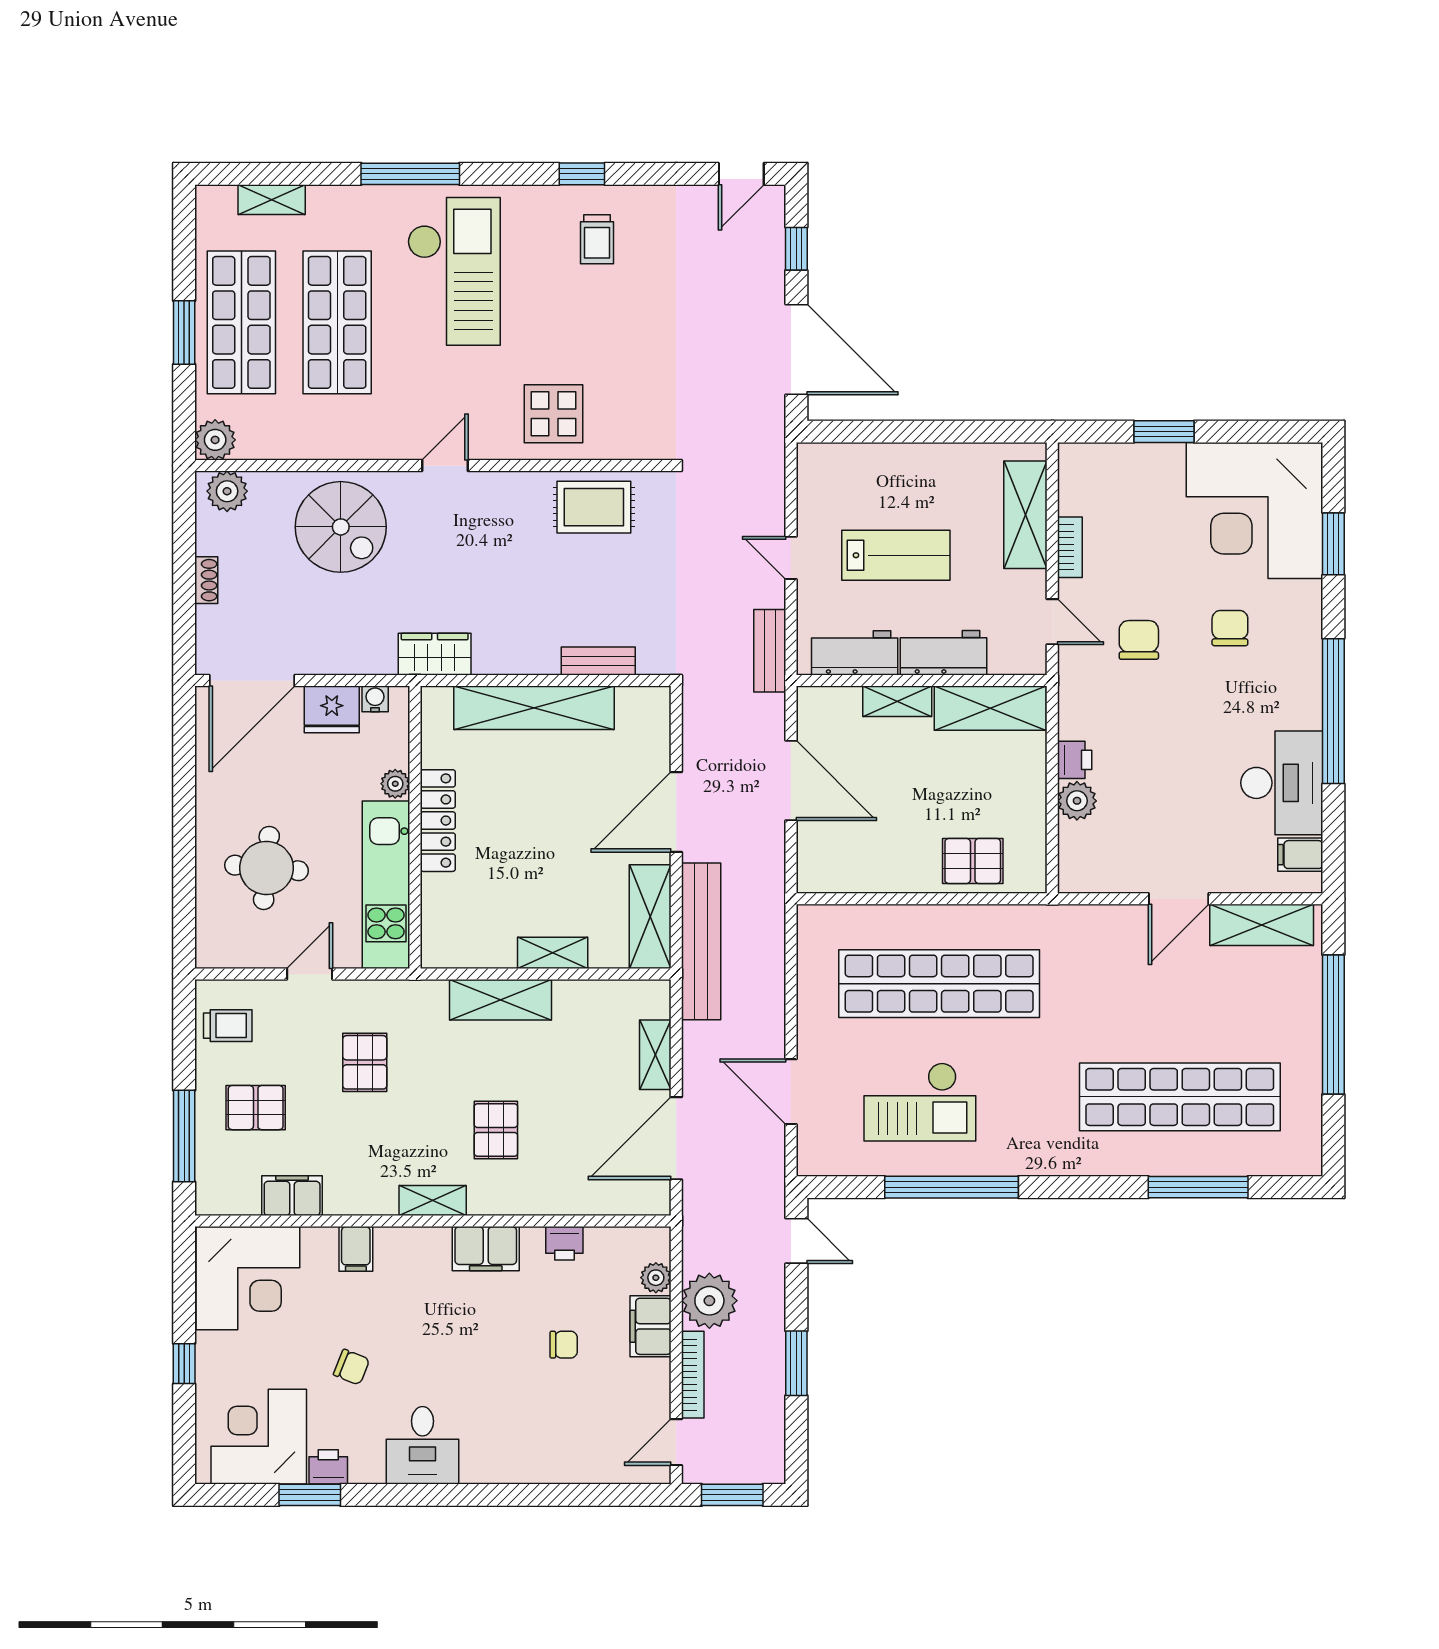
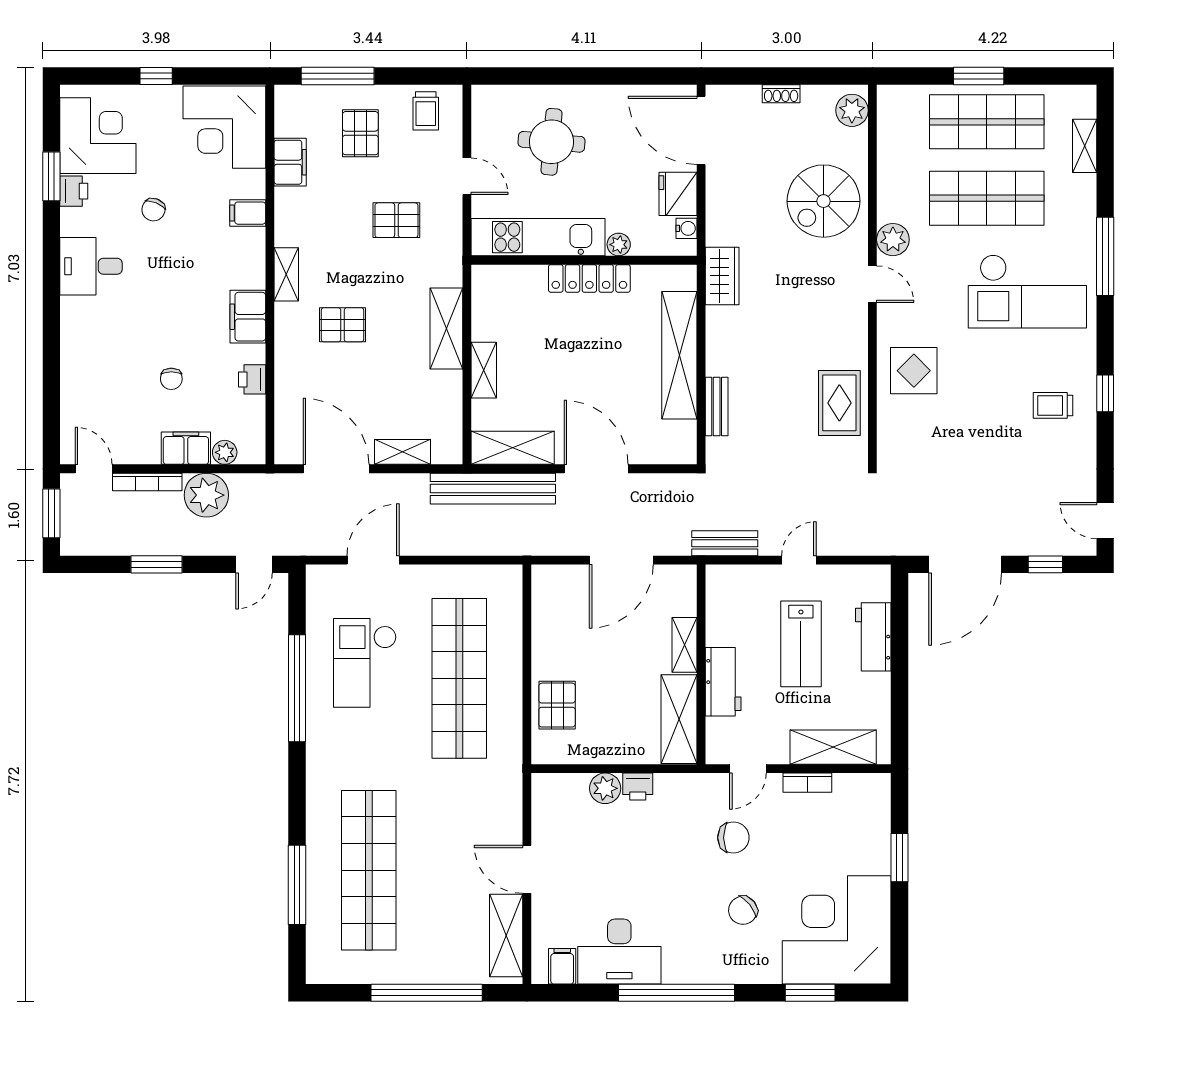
plant: (215, 440) -> (893, 240), moved
chair: (1230, 628) -> (743, 910), turned 141
workbench: (855, 653) -> (873, 637), moved, turned 180

